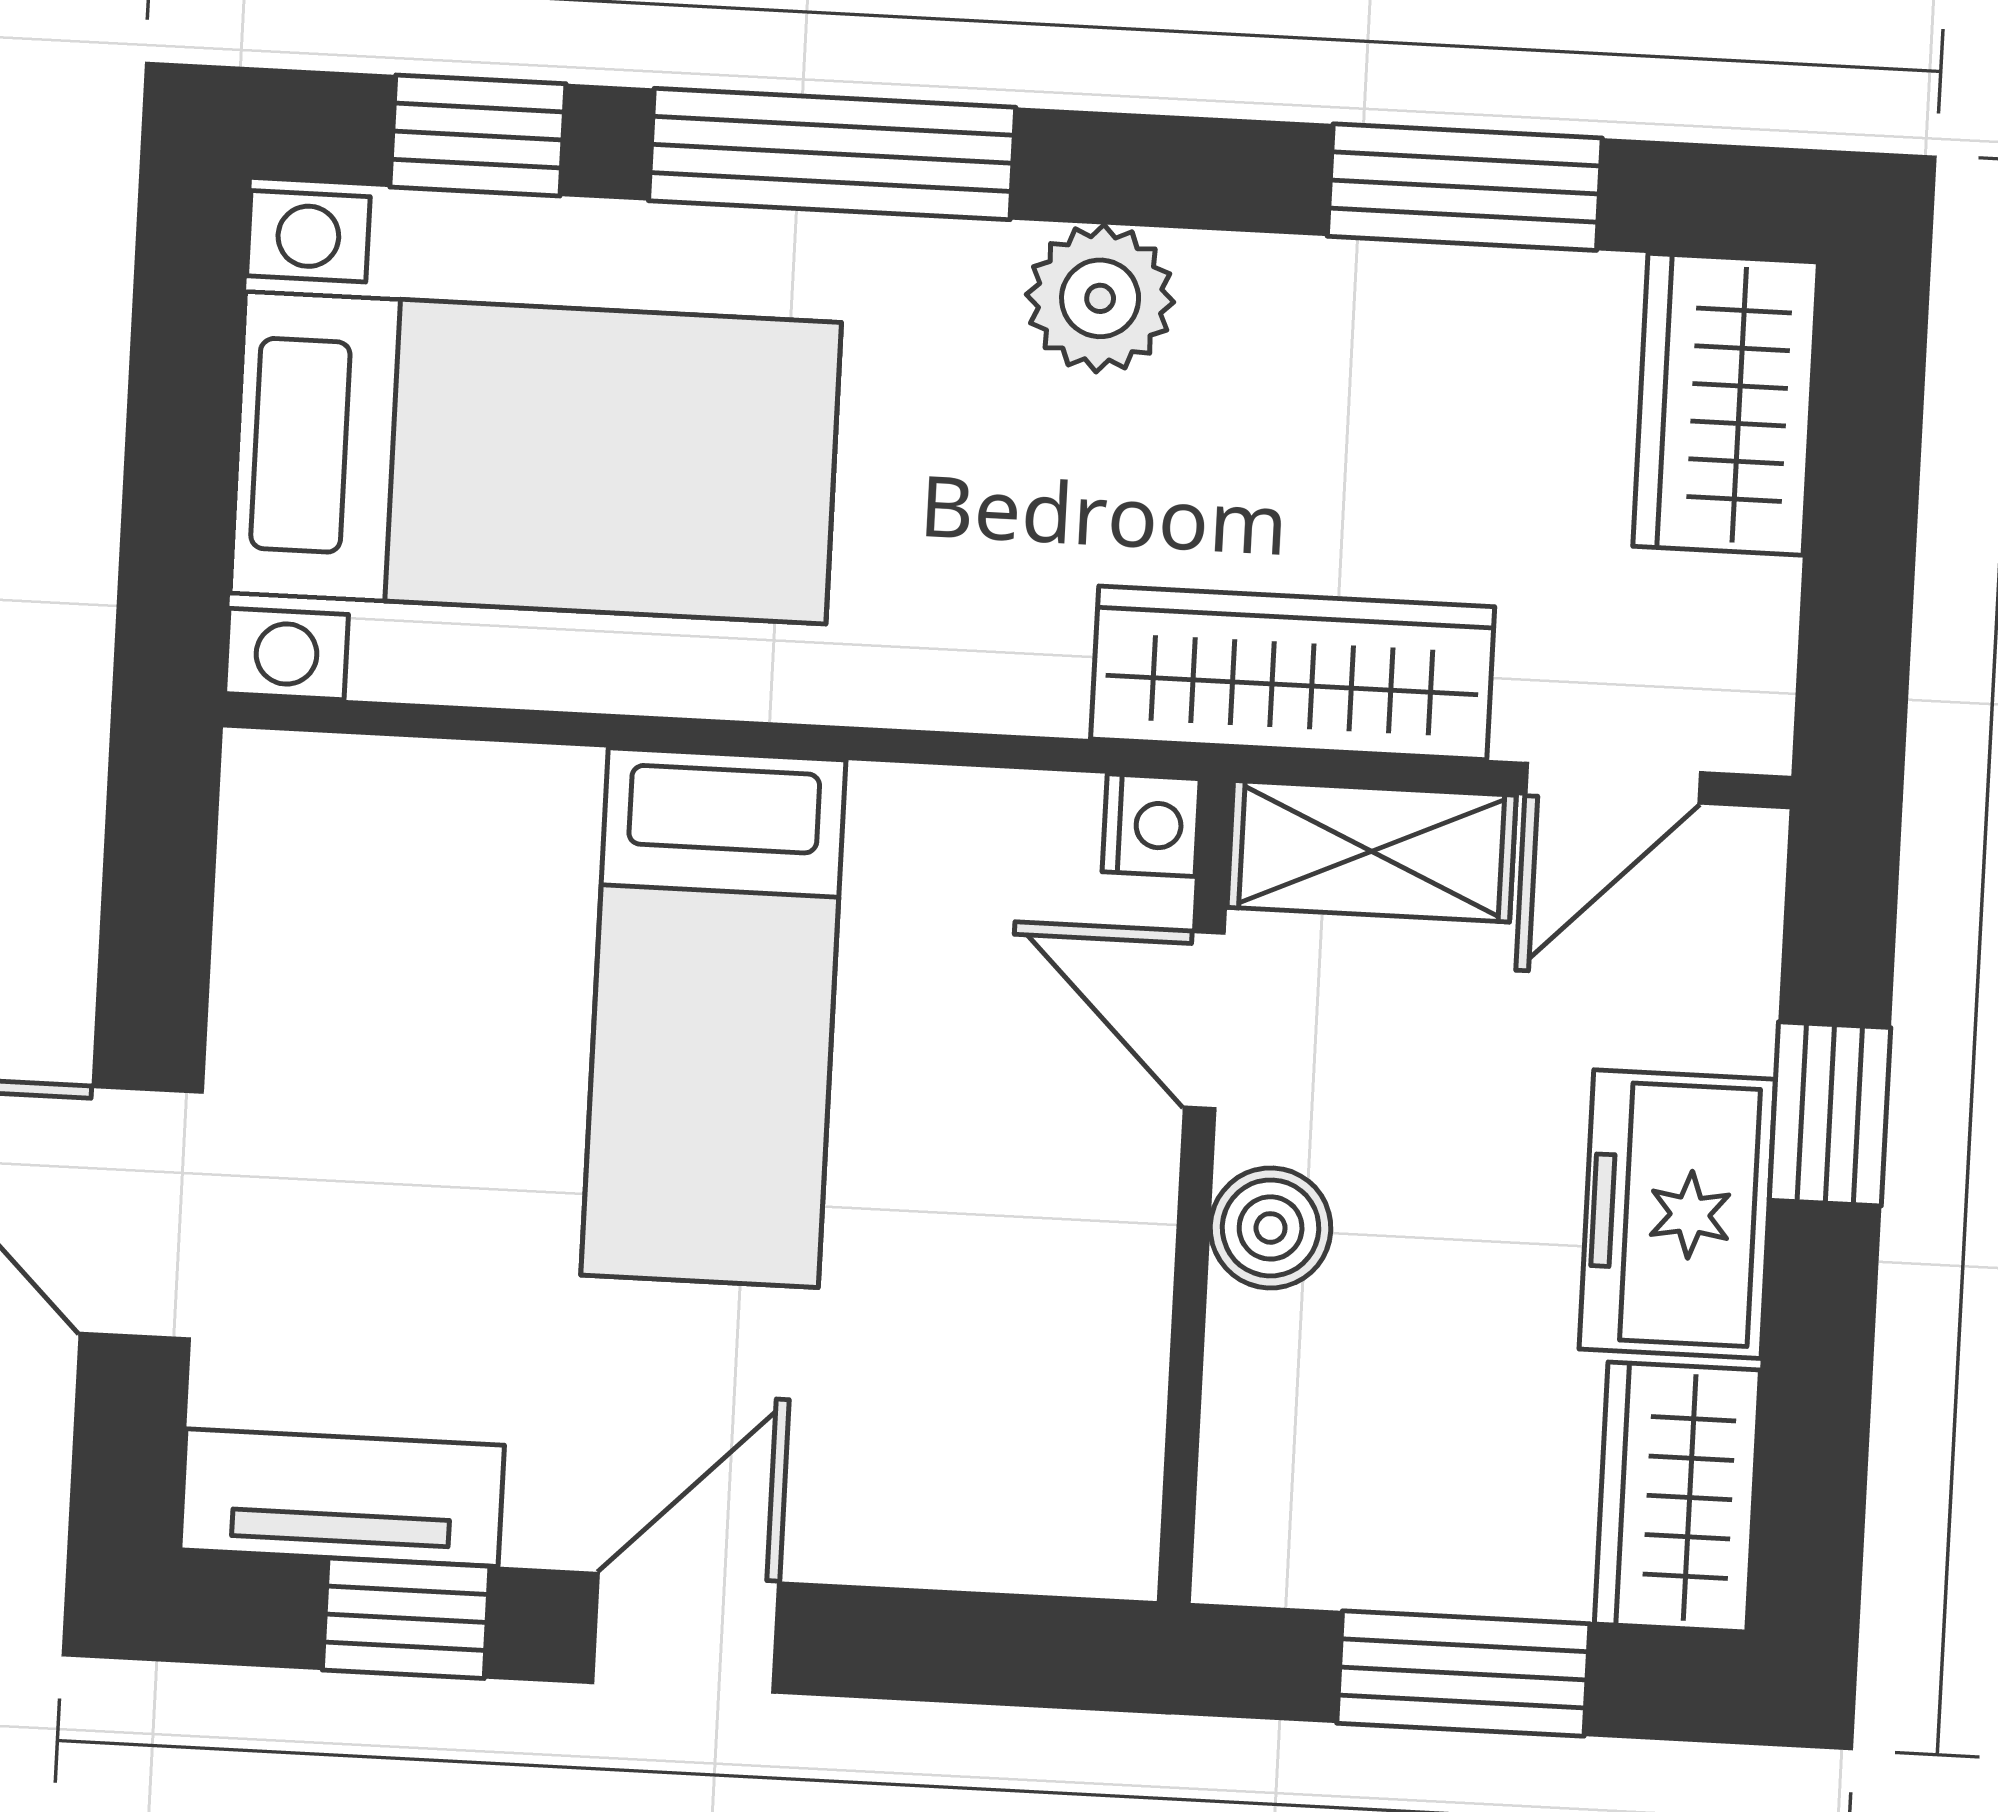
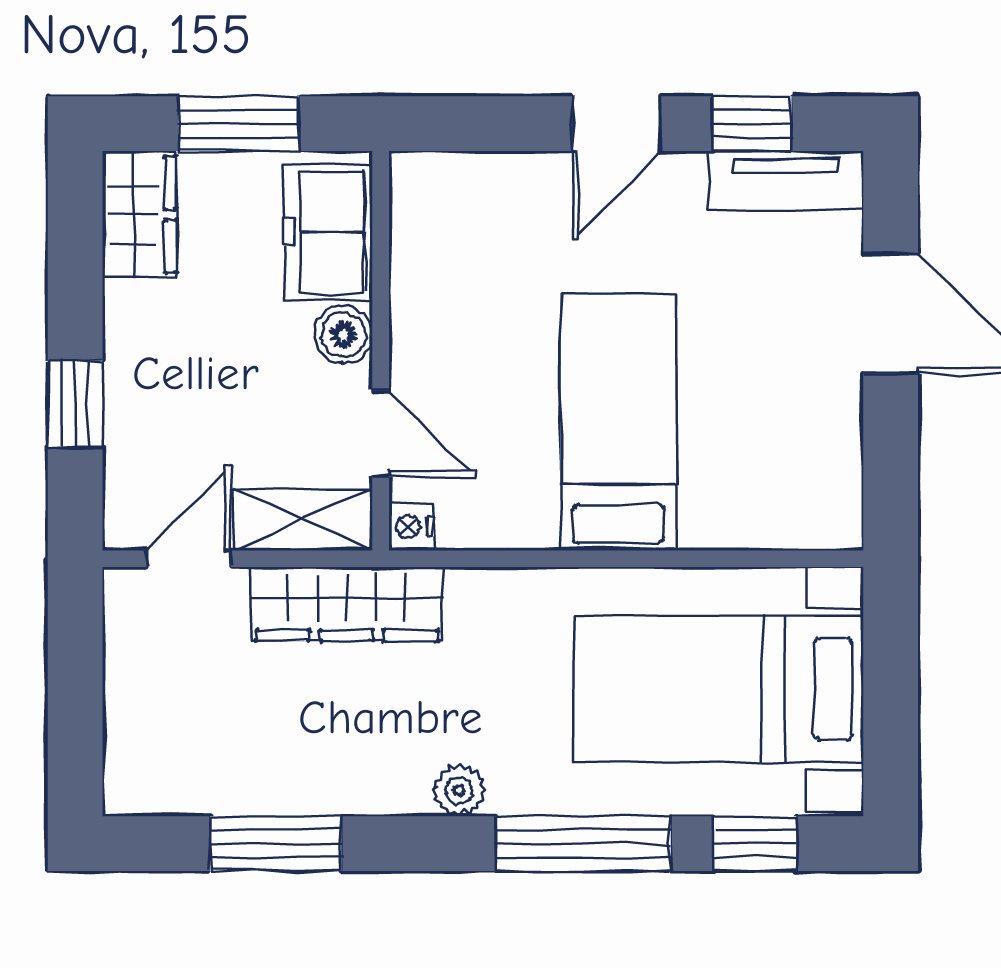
plant: (1100, 298) -> (459, 790), width x0.73, depth x0.73
wardrobe: (1726, 404) -> (144, 745), removed
freezer: (1677, 1214) -> (328, 232), moved, turned 180

